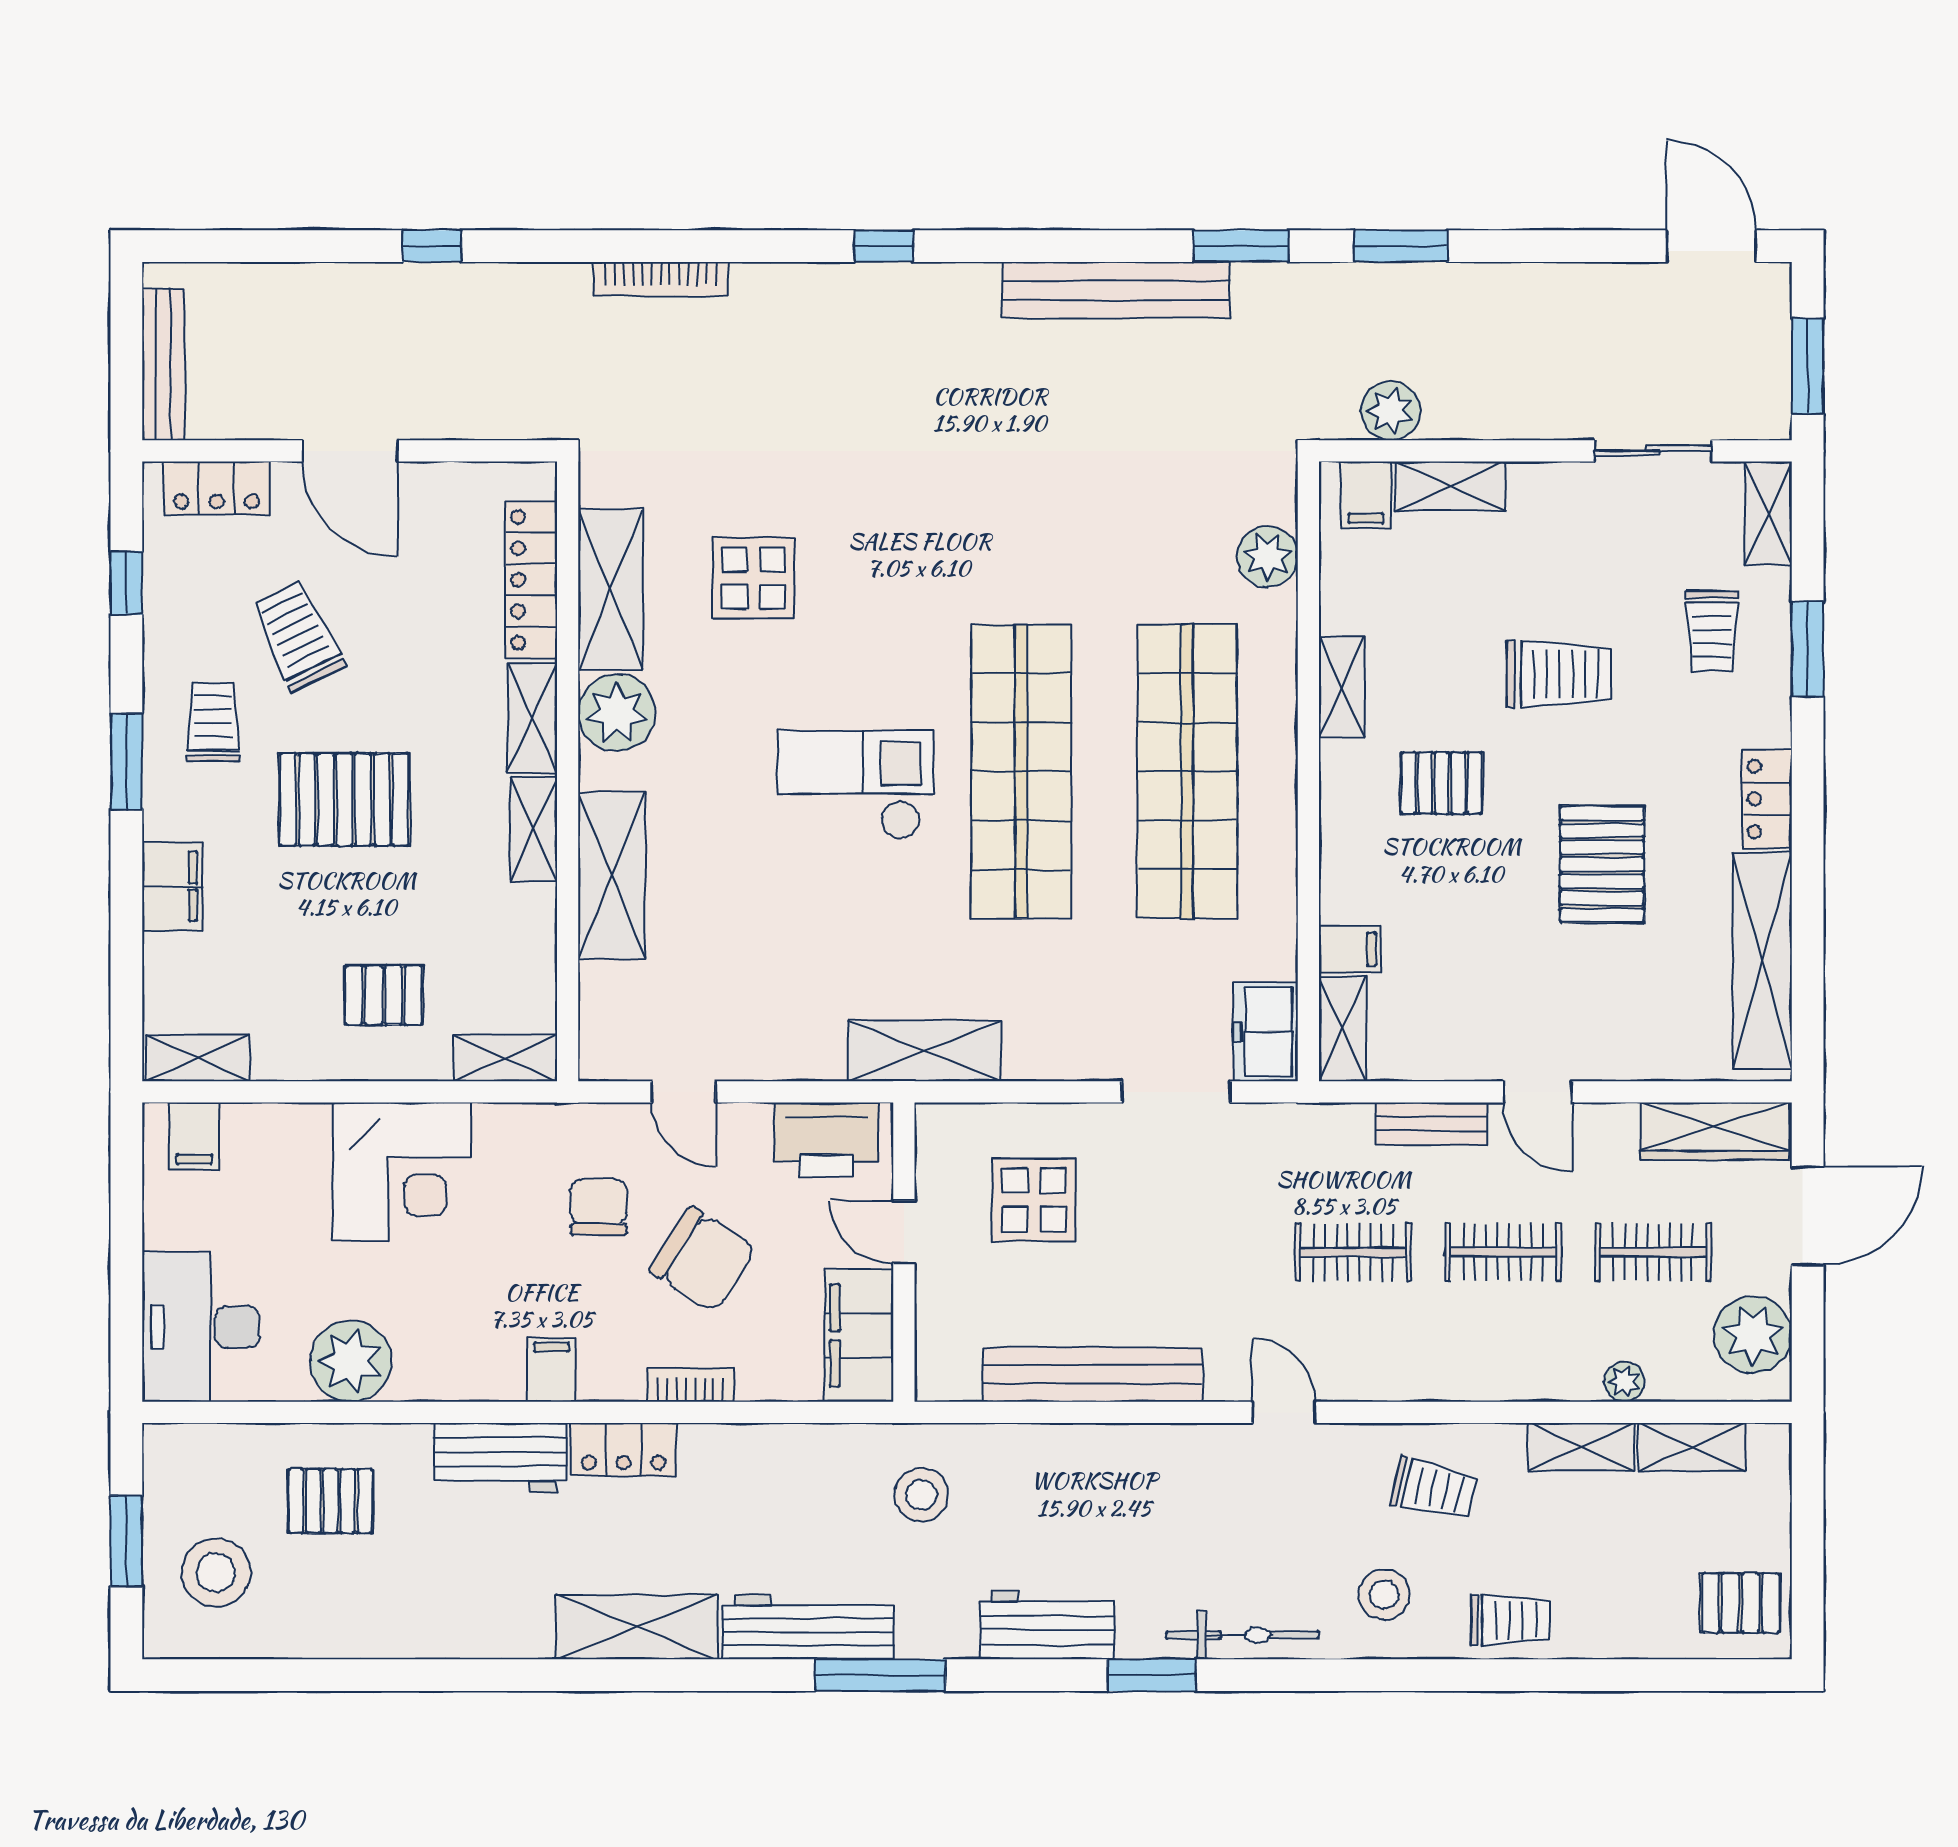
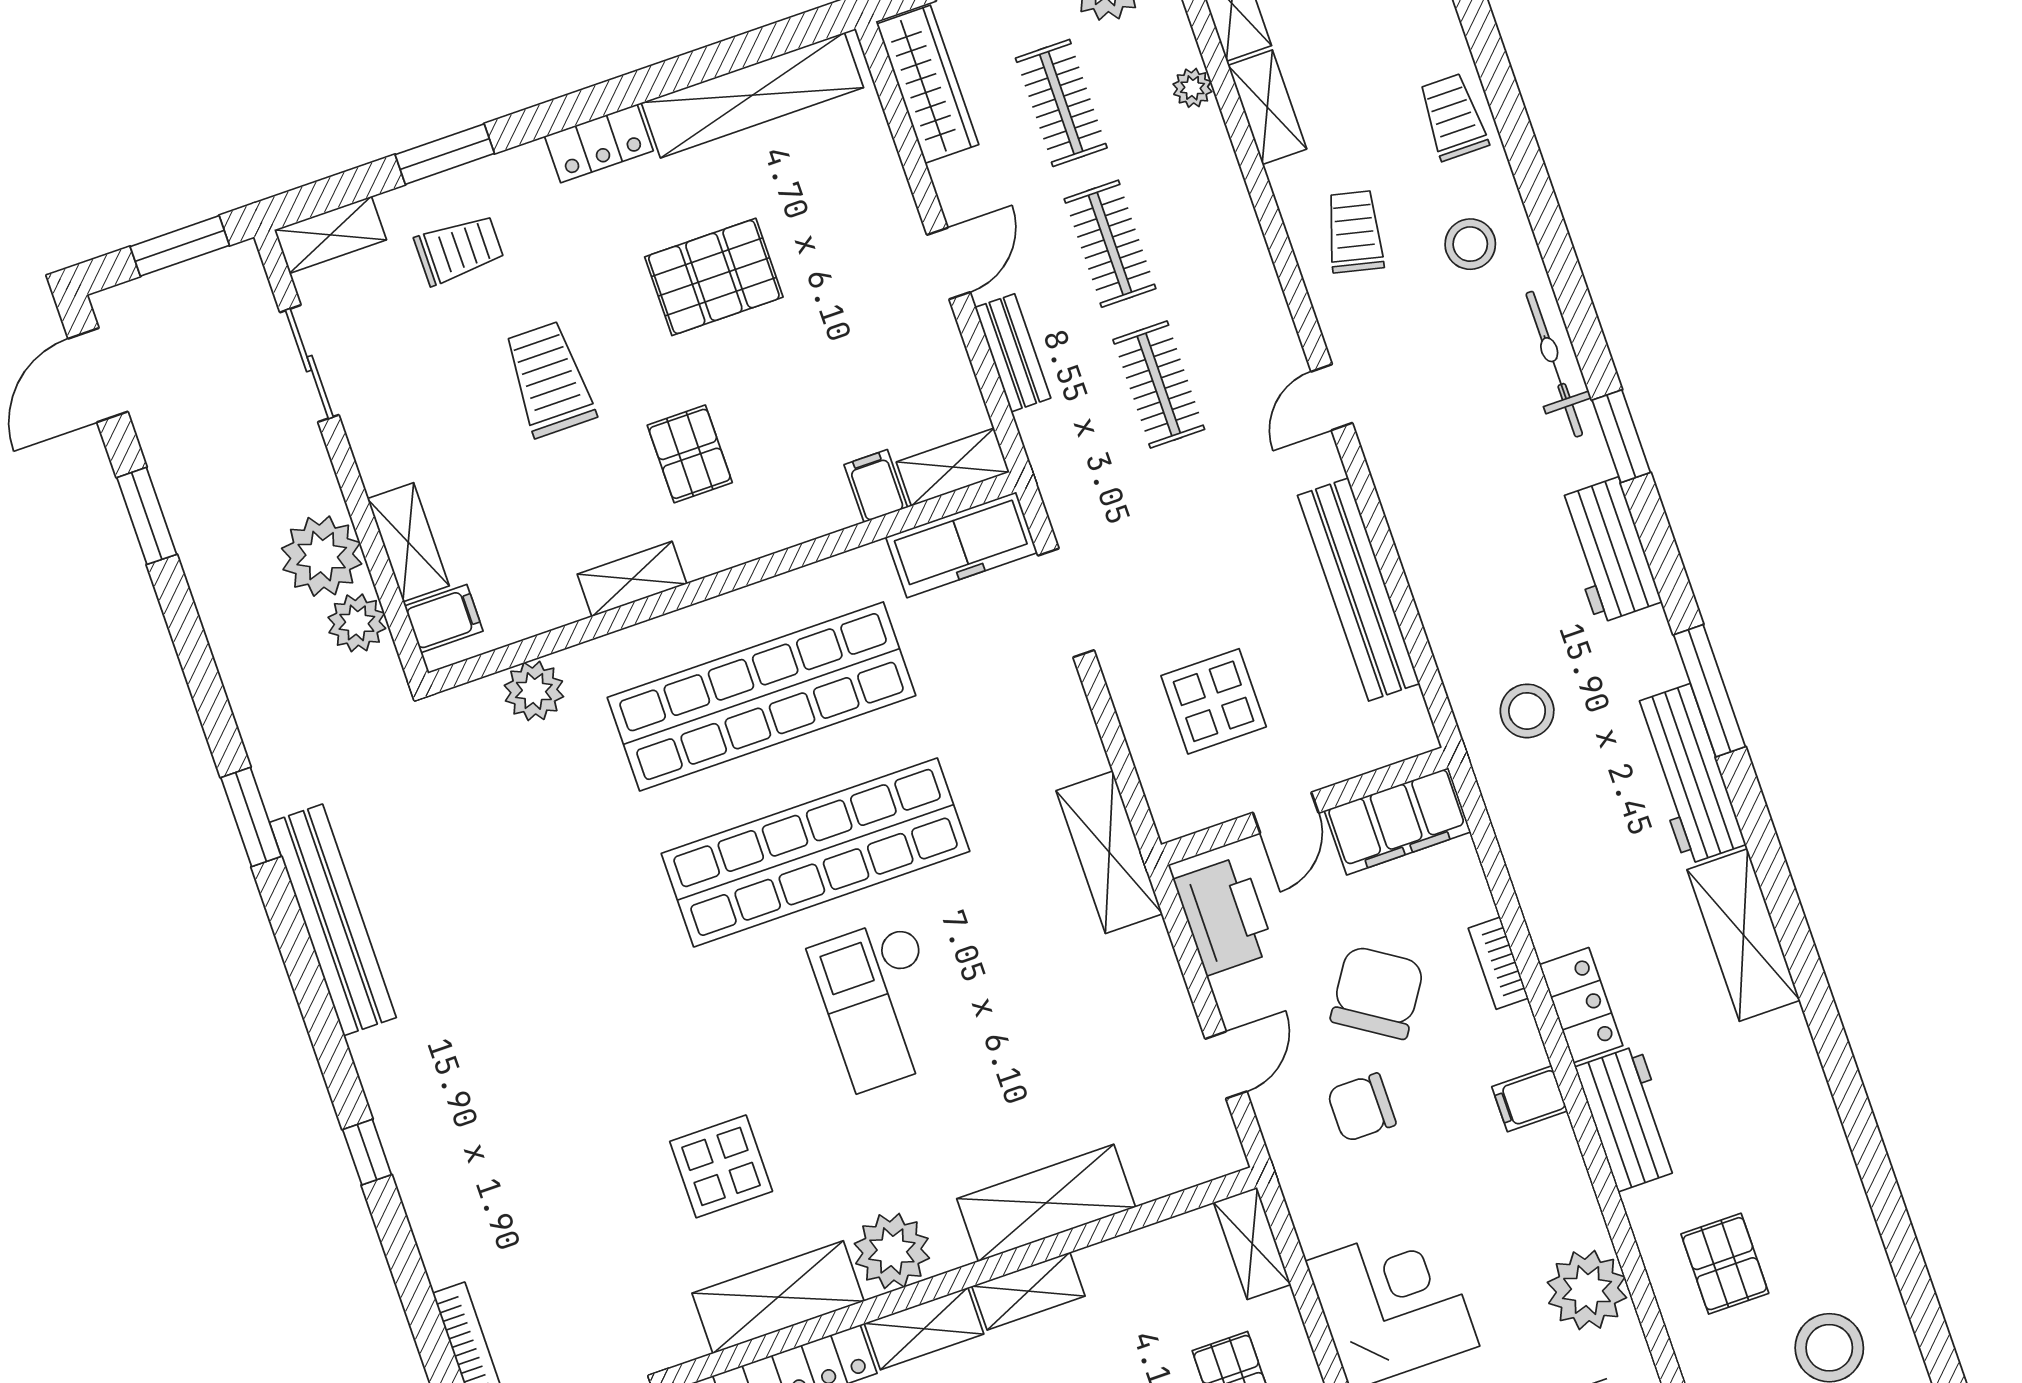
window: (1401, 246) -> (147, 516), moved
plant: (1466, 399) -> (322, 556), added
freezer: (1266, 1032) -> (962, 545), width x1.40

